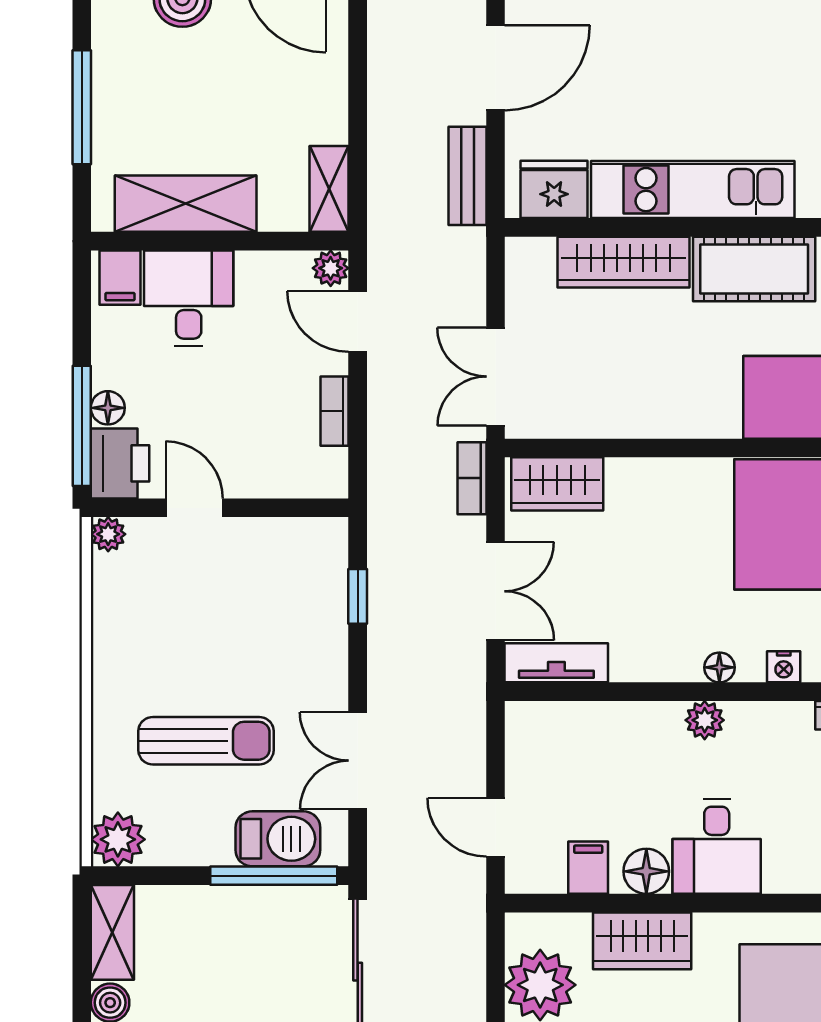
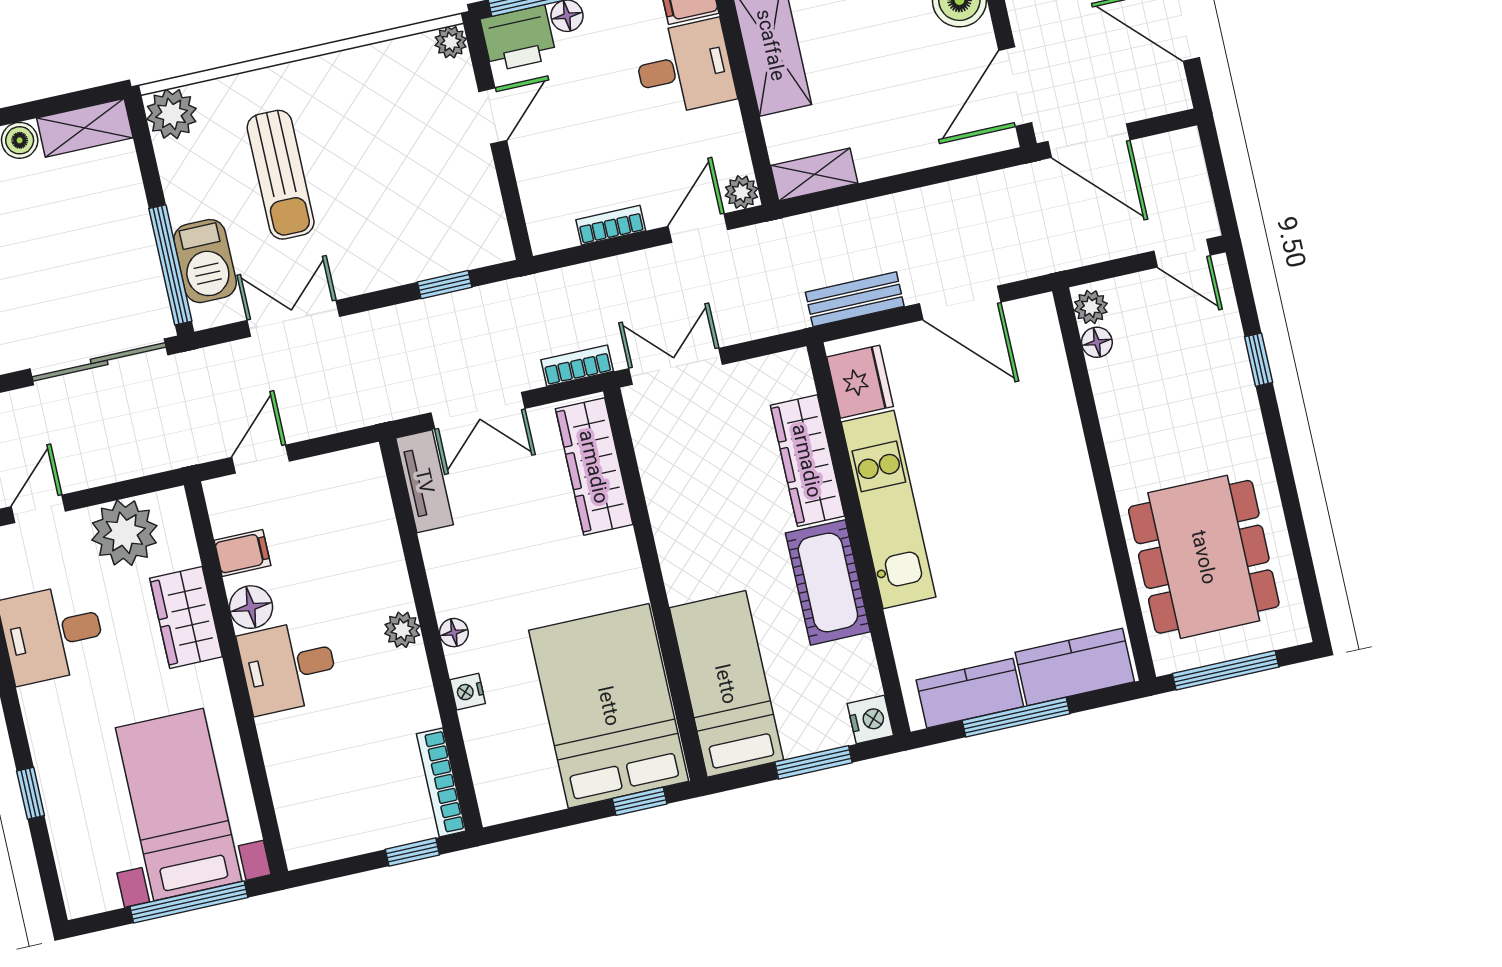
wardrobe: (557, 484) -> (594, 467), width x1.50

